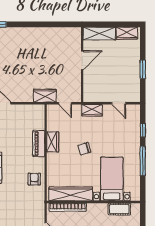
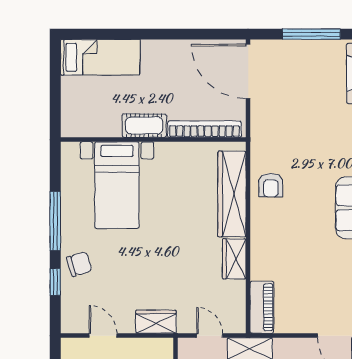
piano: (39, 144) -> (262, 307), moved
chair: (84, 149) -> (79, 264), moved
wardrobe: (71, 194) -> (232, 194), moved, turned 90
cot: (119, 209) -> (144, 126), moved

